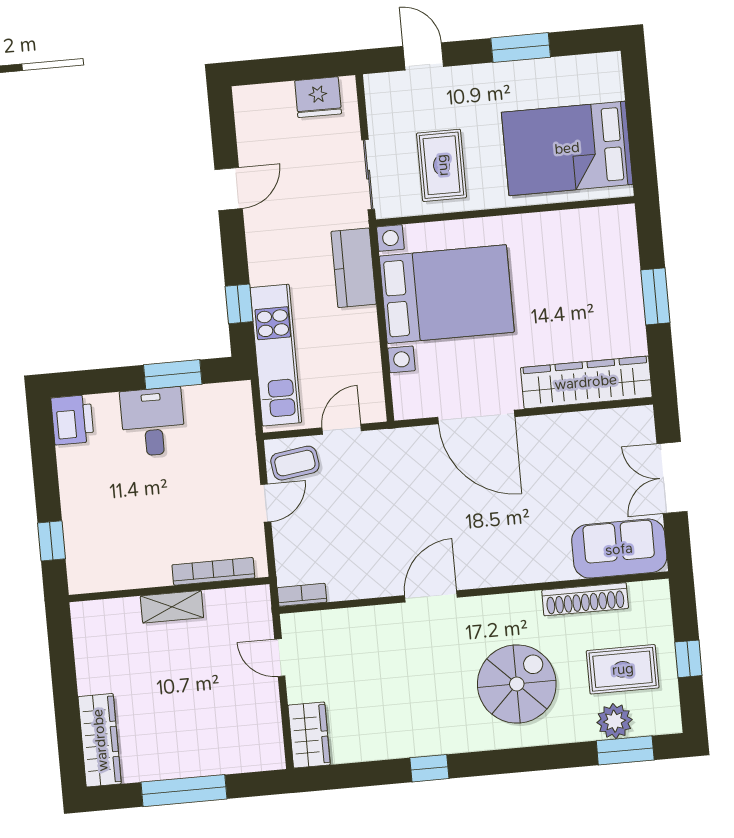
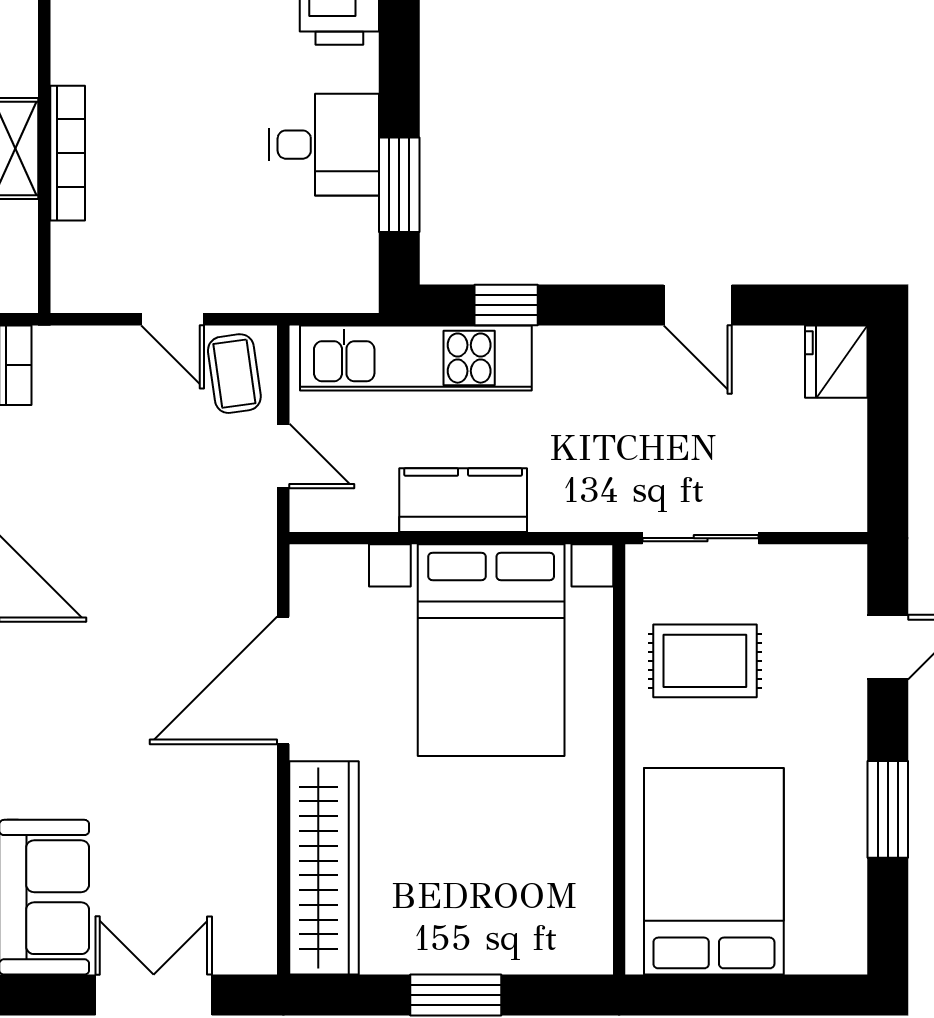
fridge: (318, 97) -> (836, 362), moved
kitchen counter: (354, 268) -> (463, 500), moved
bookcase: (213, 571) -> (68, 153), moved

